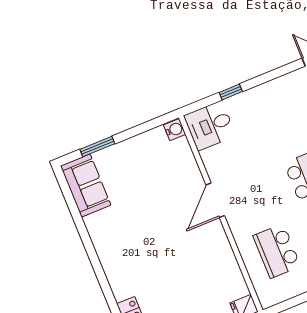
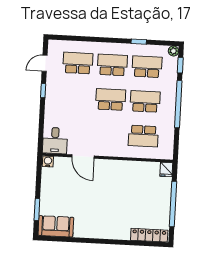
window: (231, 92) -> (43, 91), moved
door: (215, 200) -> (83, 156), moved

